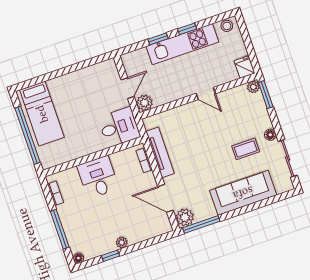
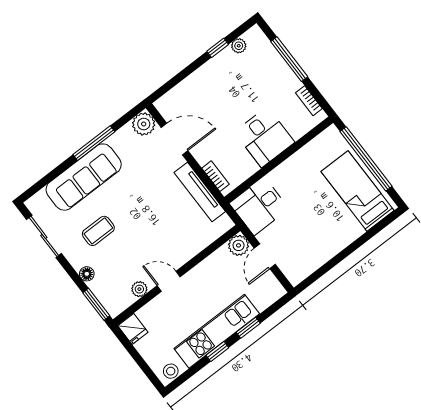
plant: (253, 87) -> (139, 289), moved
floor lamp: (270, 135) -> (87, 274), moved
window: (201, 224) -> (94, 143), moved
plant: (122, 242) -> (239, 46), moved
floor lamp: (78, 258) -> (255, 32), removed

